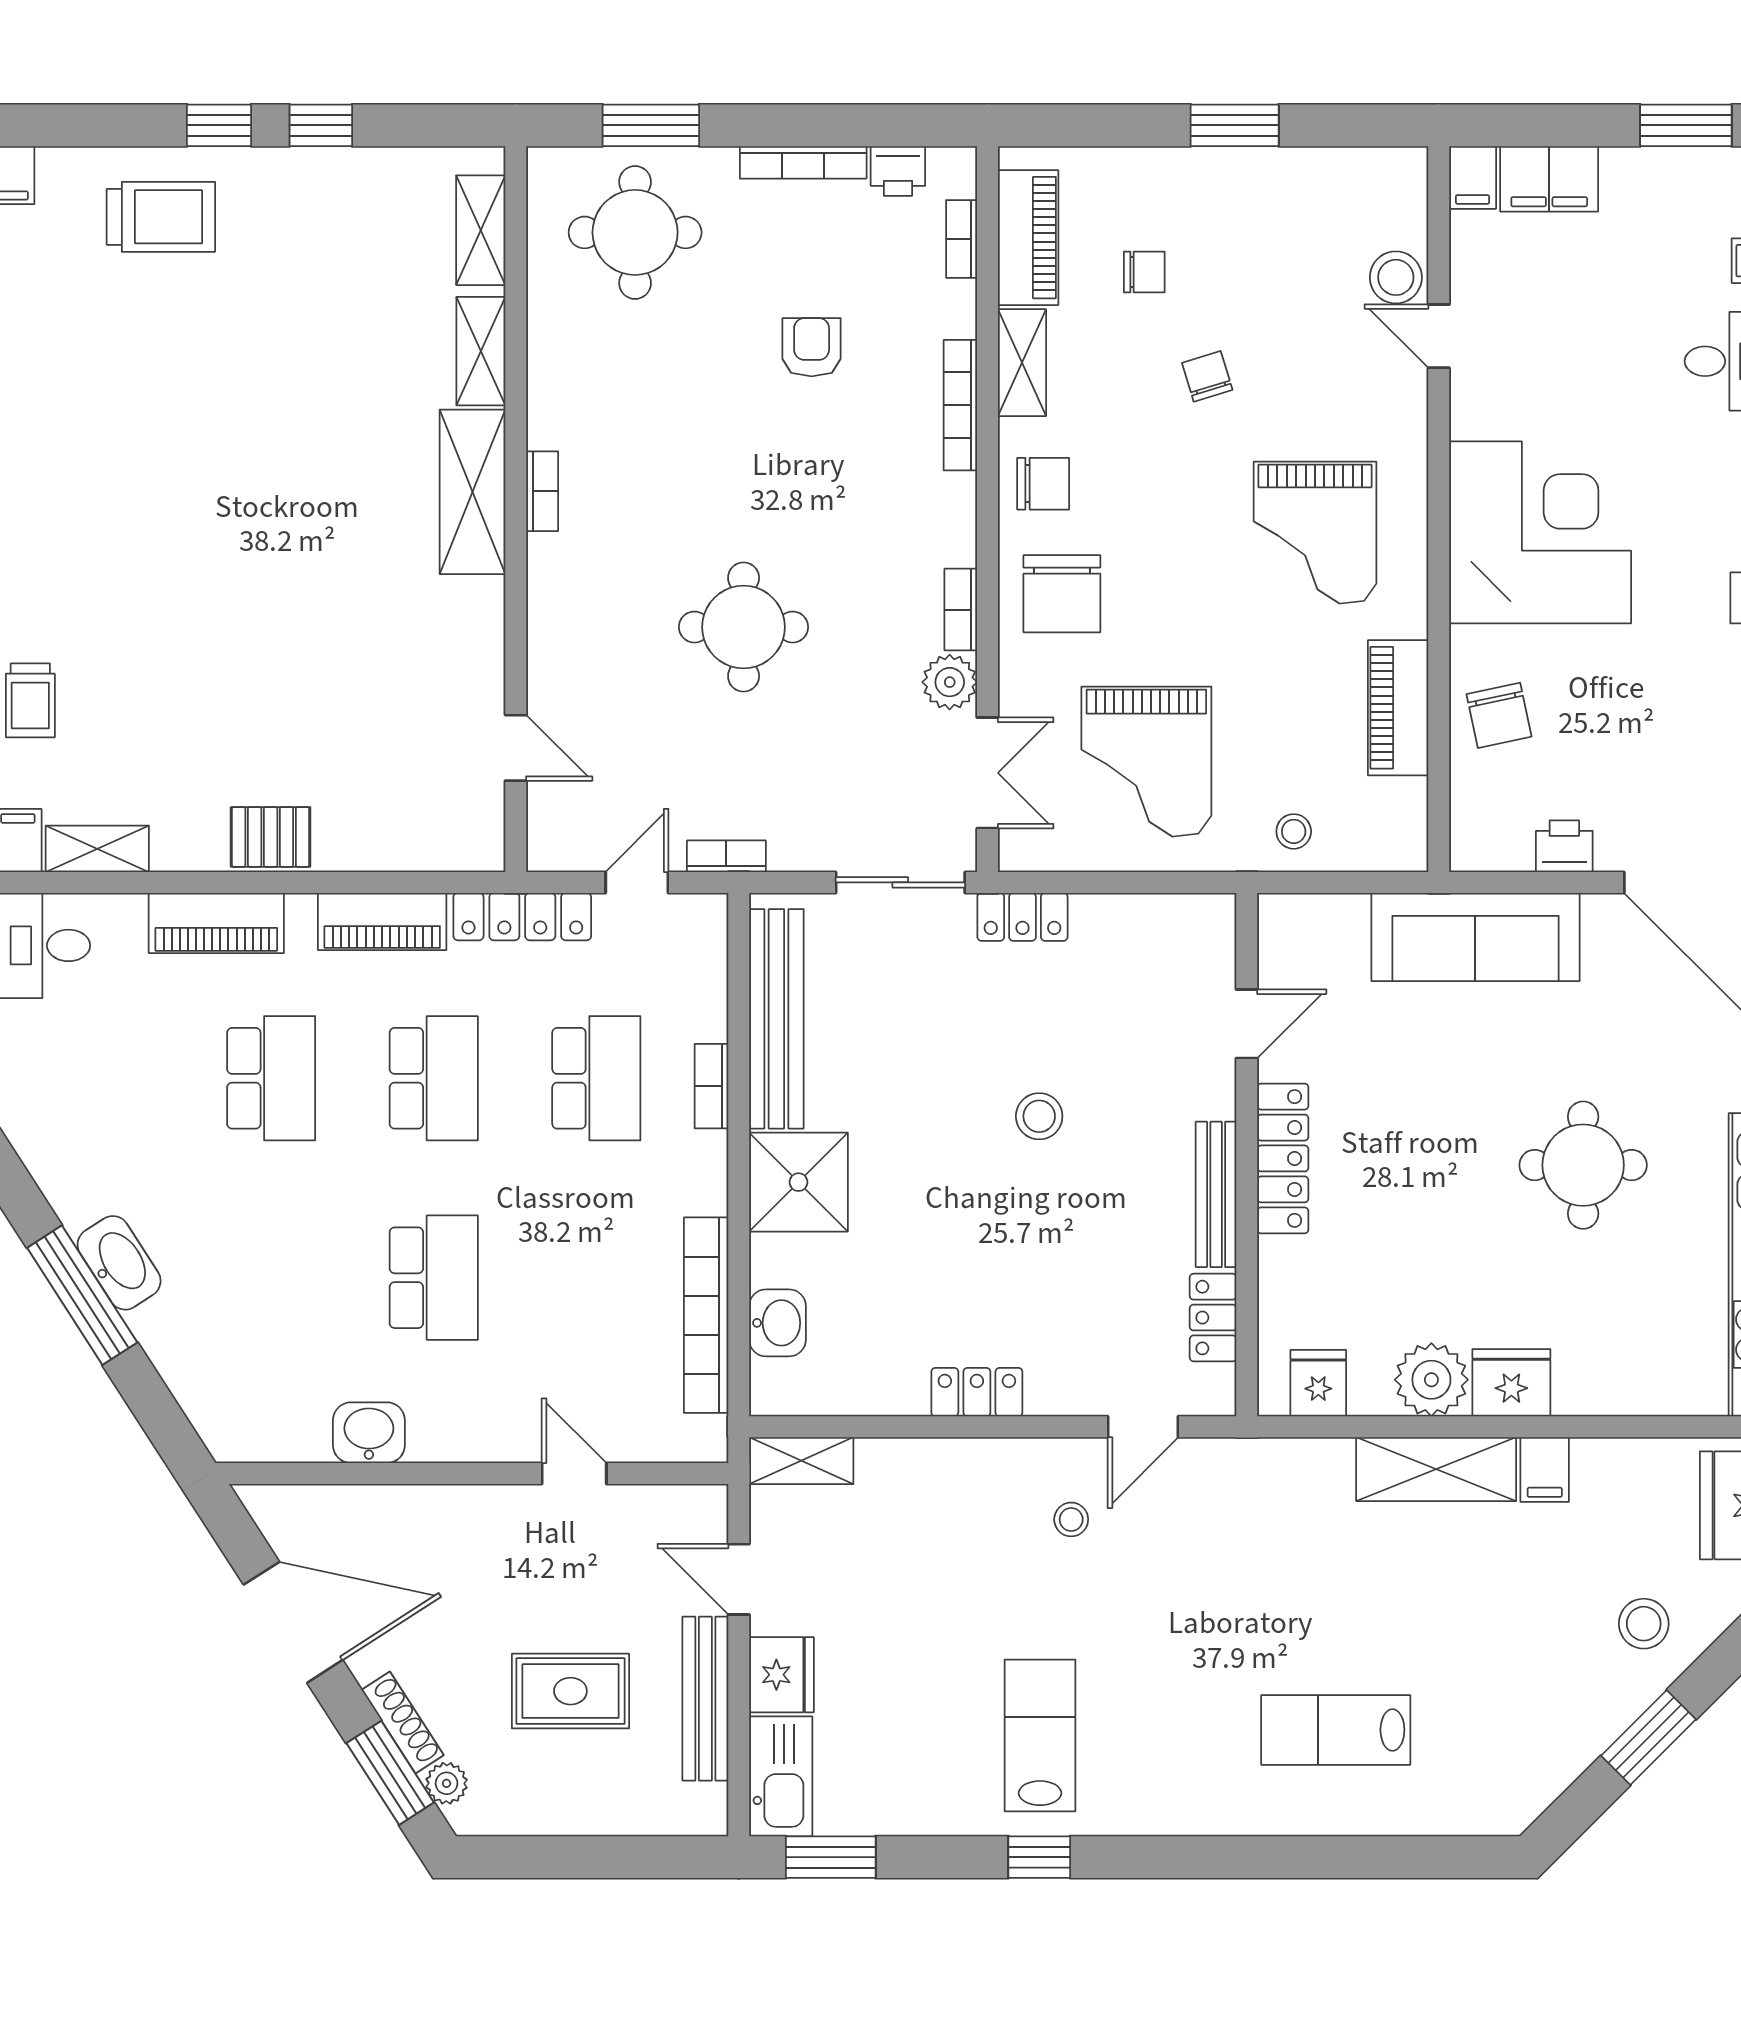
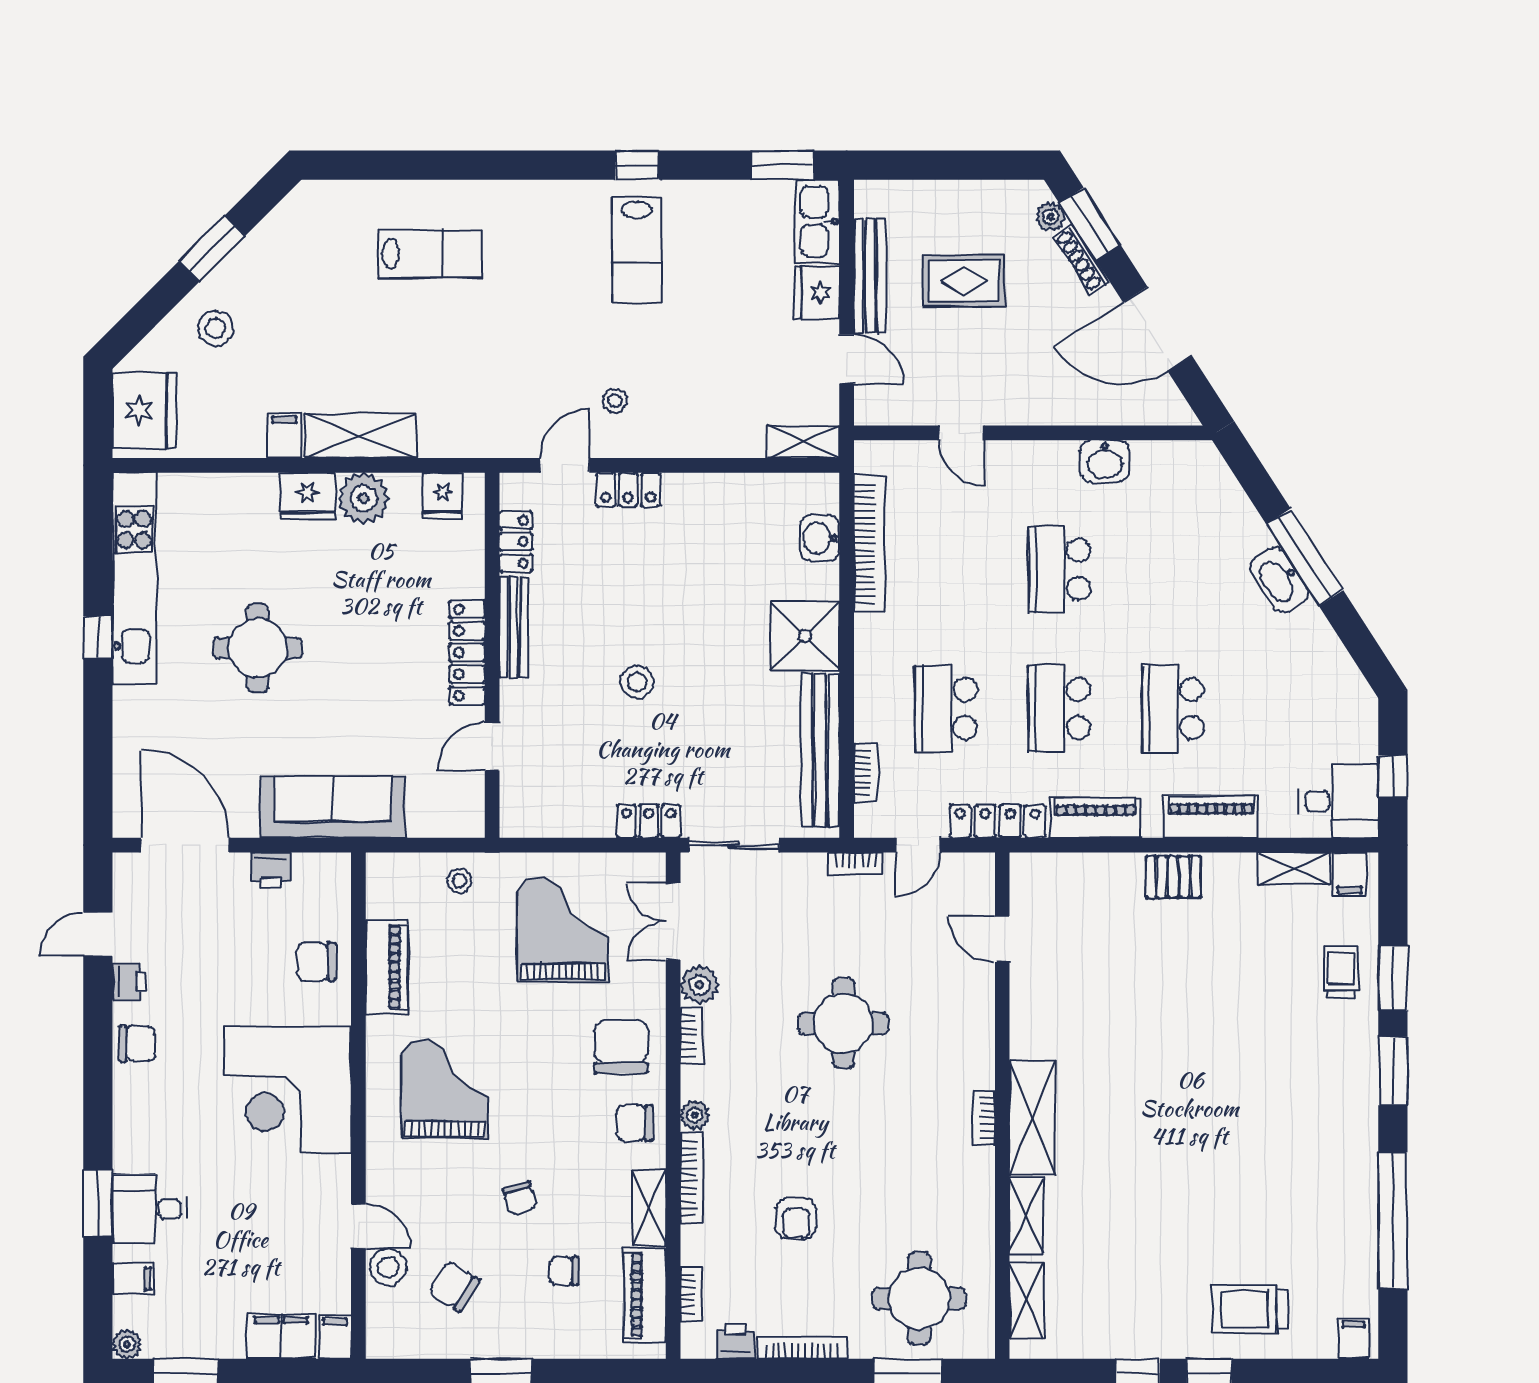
chair: (1301, 250) -> (454, 1286), added
plant: (957, 495) -> (695, 1115), added
chair: (1499, 715) -> (316, 962), turned -78
bookcase: (711, 1086) -> (866, 773), moved
locker: (977, 1392) -> (628, 490), moved

